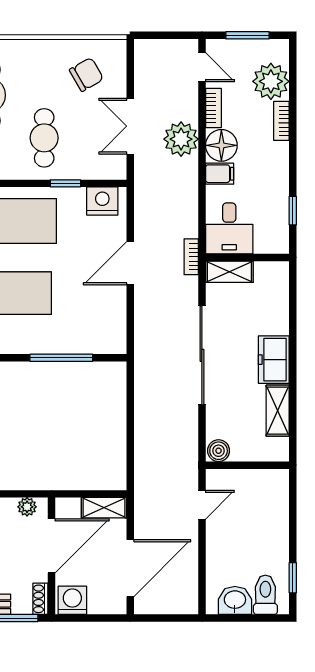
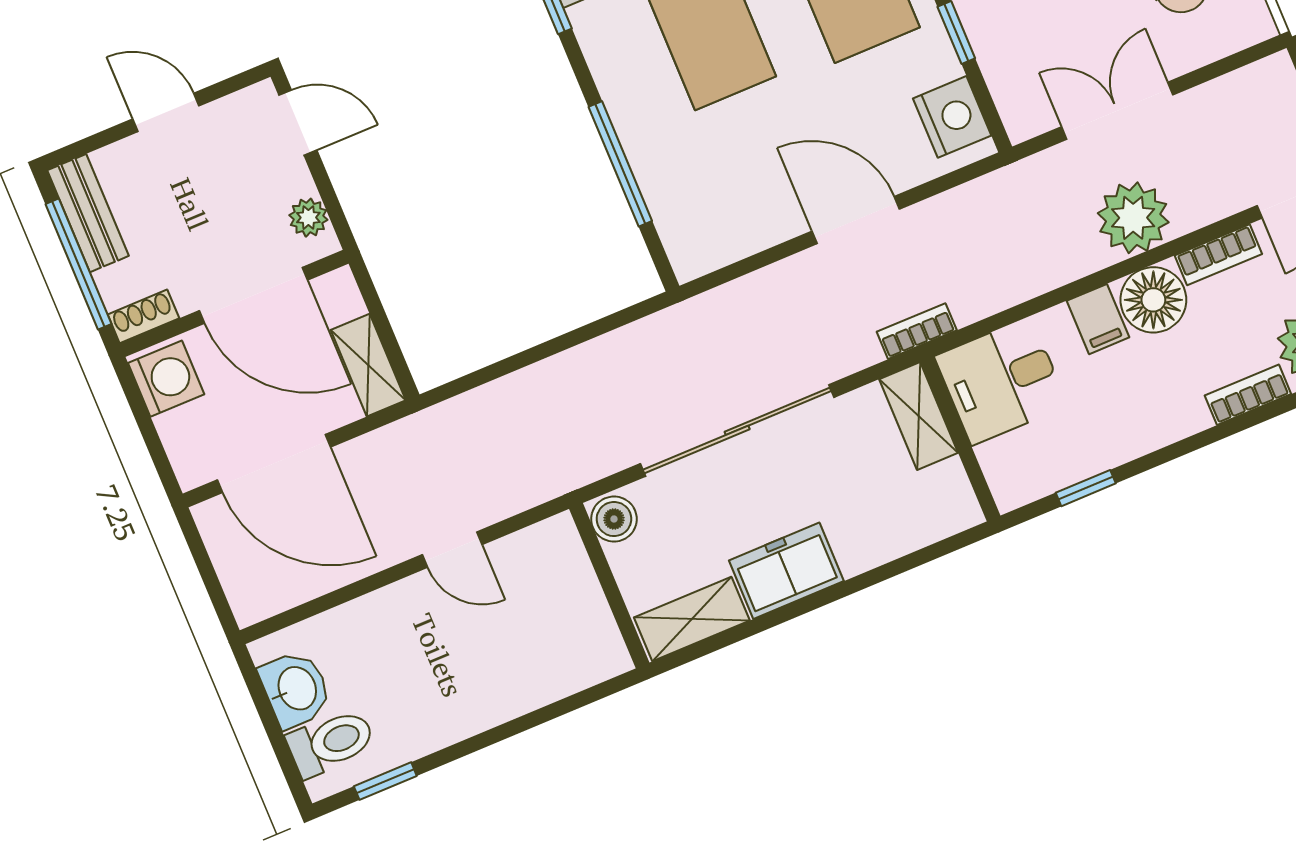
boiler: (219, 451) -> (614, 519), moved
wall: (247, 465) -> (609, 586), moved

